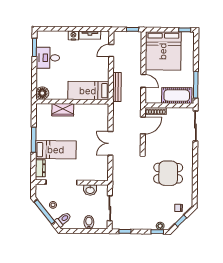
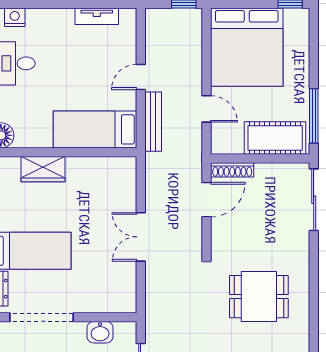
nightstand: (73, 35) -> (15, 17), moved
door: (111, 50) -> (141, 77), moved

